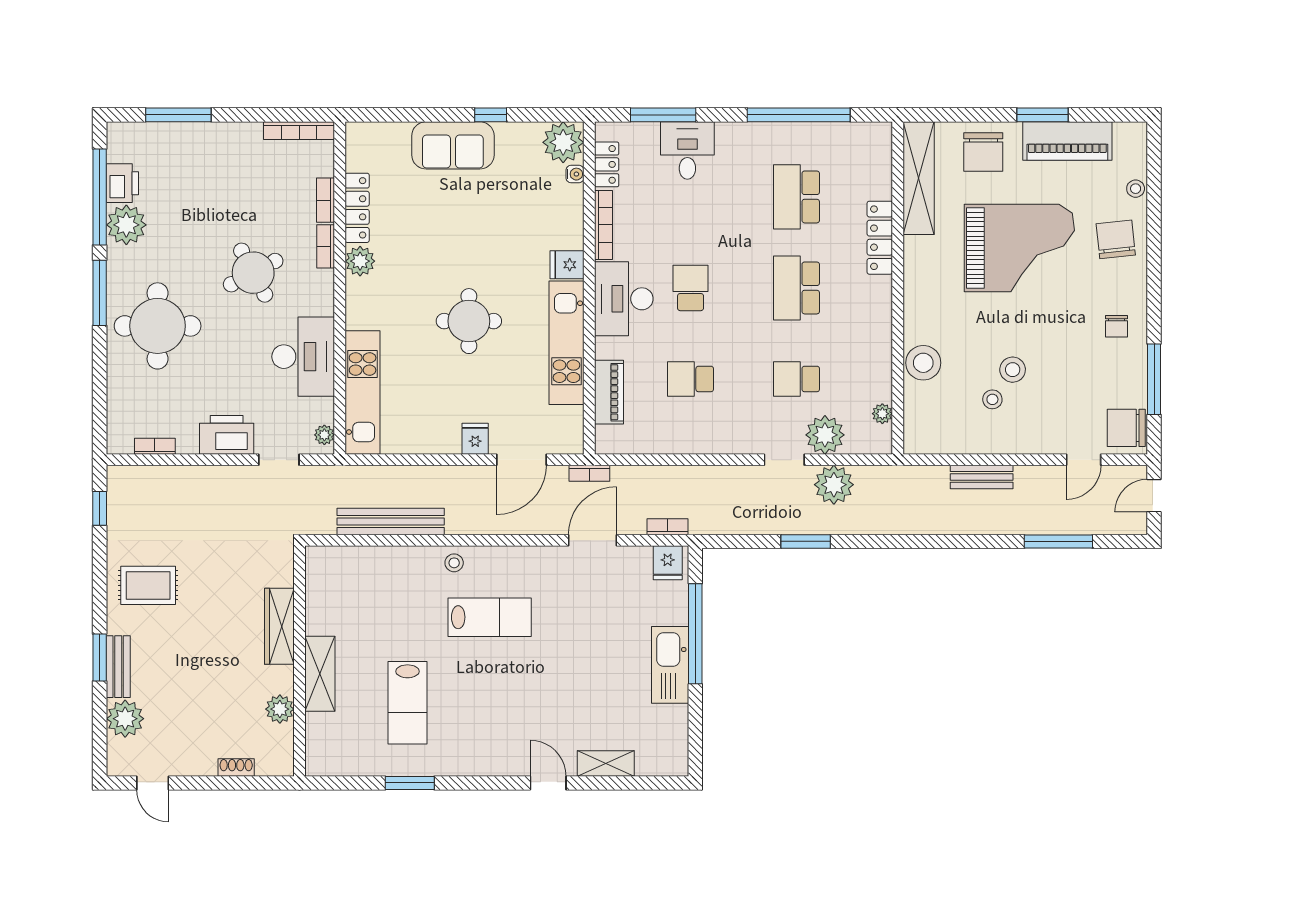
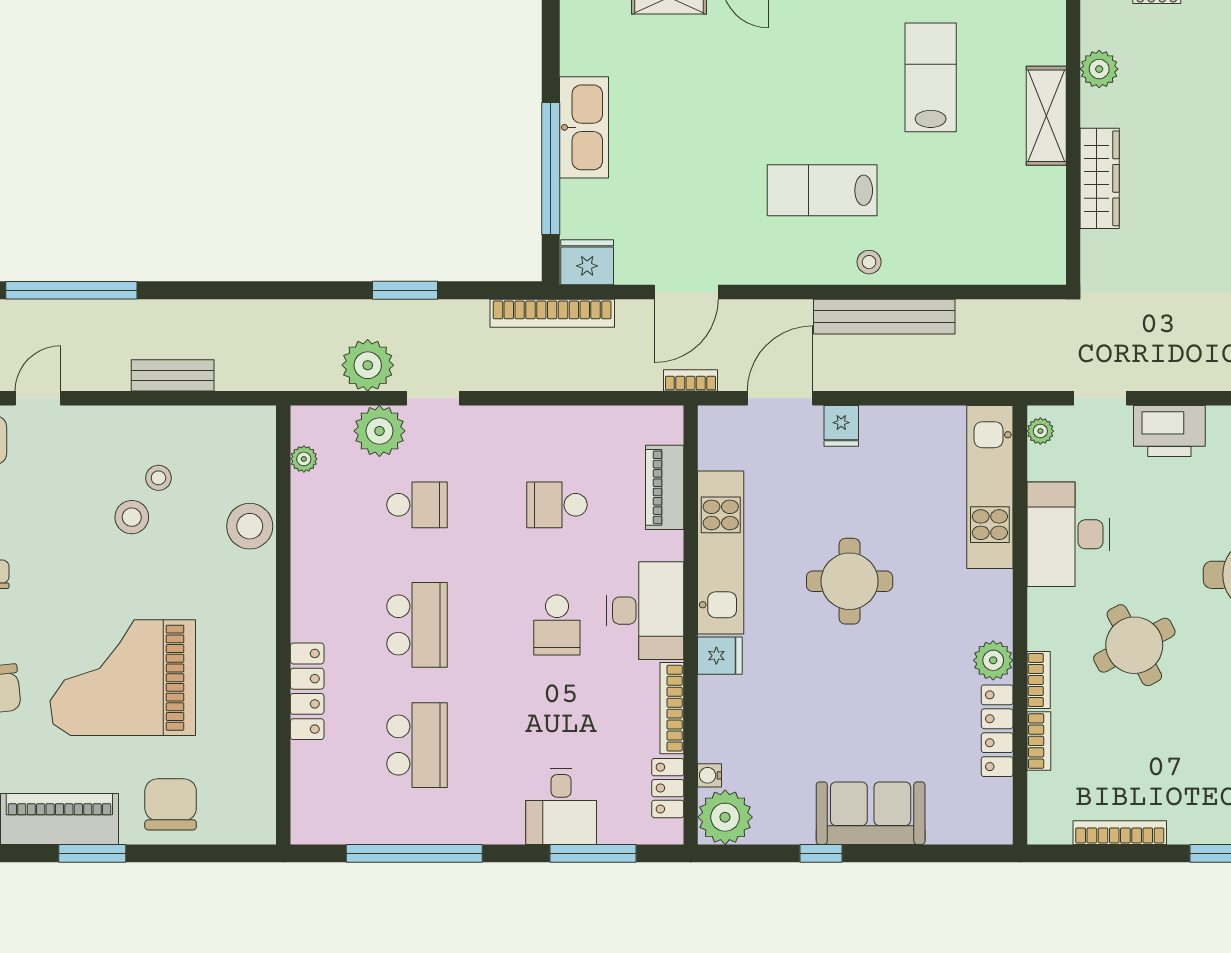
bookcase: (299, 131) -> (1120, 833), moved
shelving: (919, 178) -> (256, 770), removed
school desk: (691, 379) -> (557, 505), turned 180
bench: (391, 521) -> (884, 317), moved
bookcase: (667, 527) -> (552, 313), width x2.31, depth x1.31
window: (1058, 541) -> (71, 290), width x1.46
fridge: (668, 563) -> (587, 262), width x1.38

